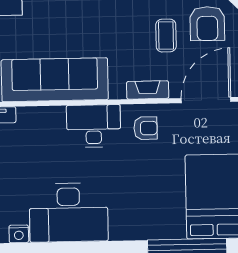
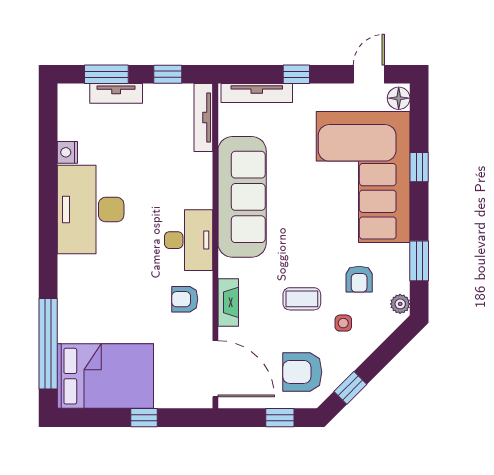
coffee table: (166, 36) -> (302, 299), moved
armchair: (146, 128) -> (185, 299), turned 90

